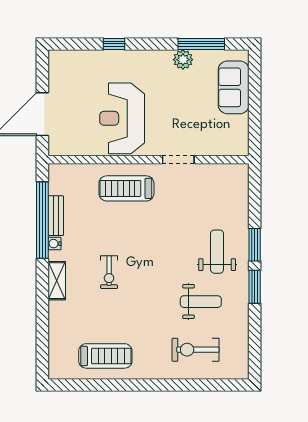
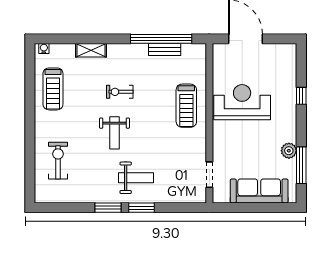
sofa: (234, 87) -> (259, 191), width x1.36
doorway: (178, 160) -> (209, 175), moved
treadmill: (126, 188) -> (186, 106), turned 180
water cooler: (54, 244) -> (44, 48), moved
shelving: (57, 281) -> (91, 50), moved
weight bench: (201, 302) -> (115, 133), moved

